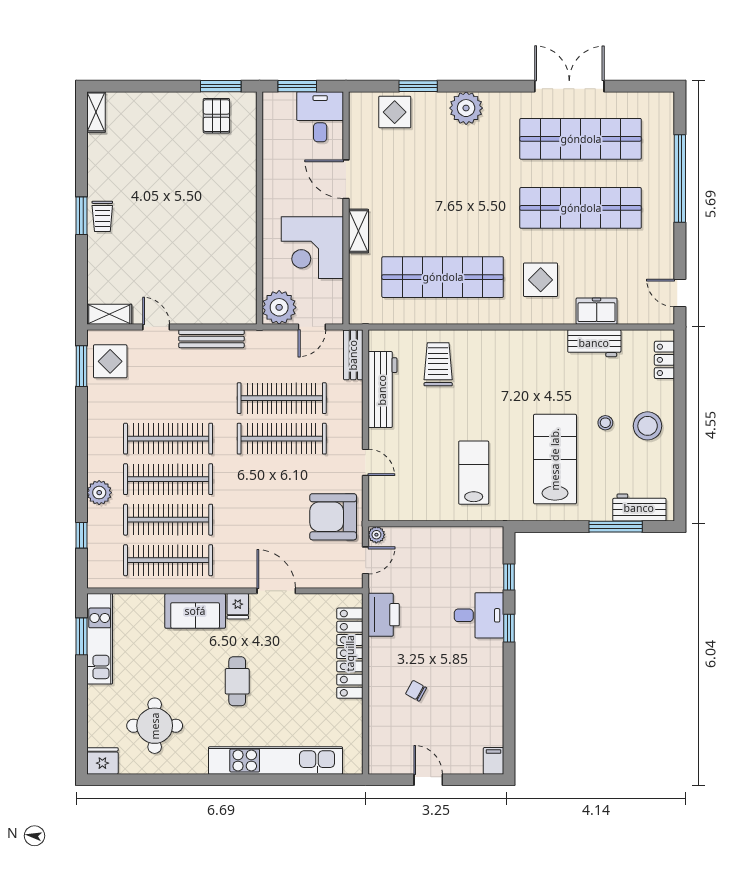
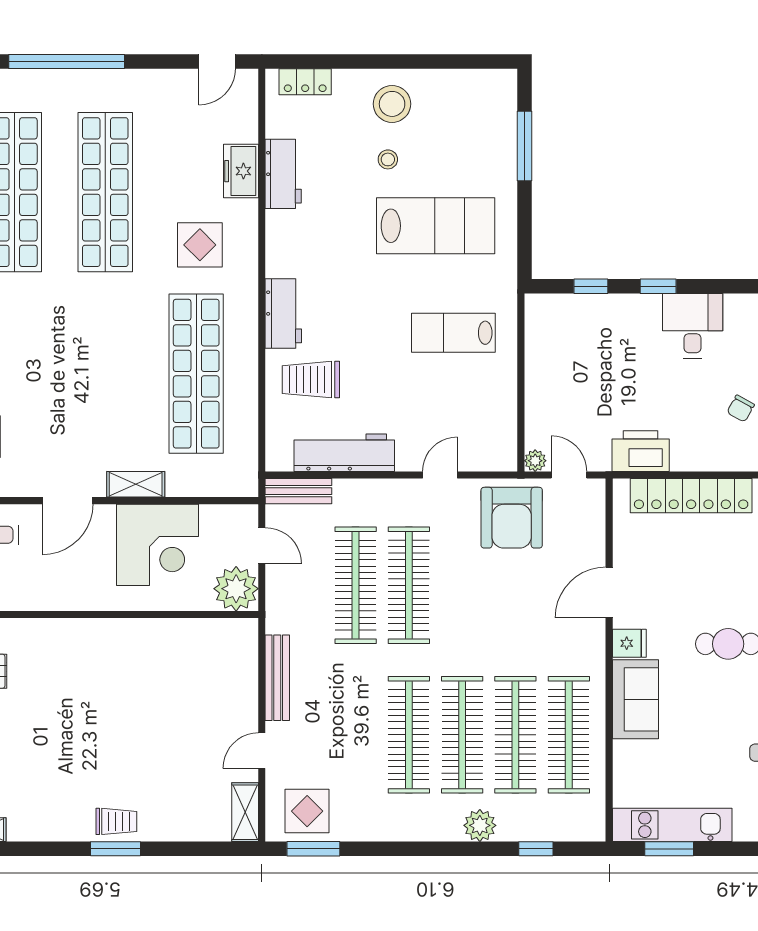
lab bench: (555, 459) -> (436, 226), turned 180
workbench: (639, 508) -> (283, 313), moved, turned 180
desk: (479, 615) -> (693, 326), moved

